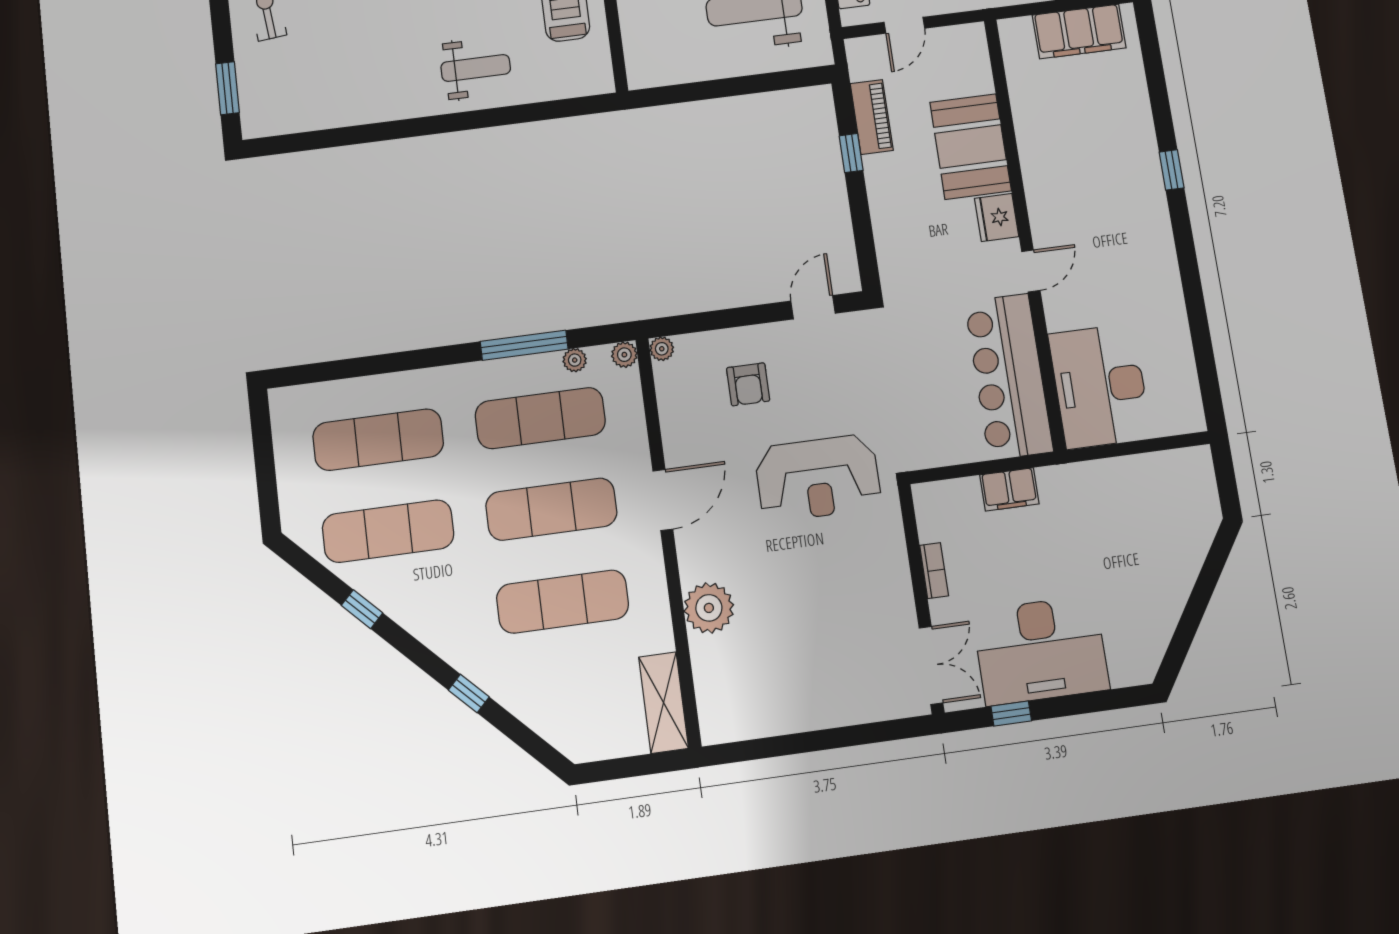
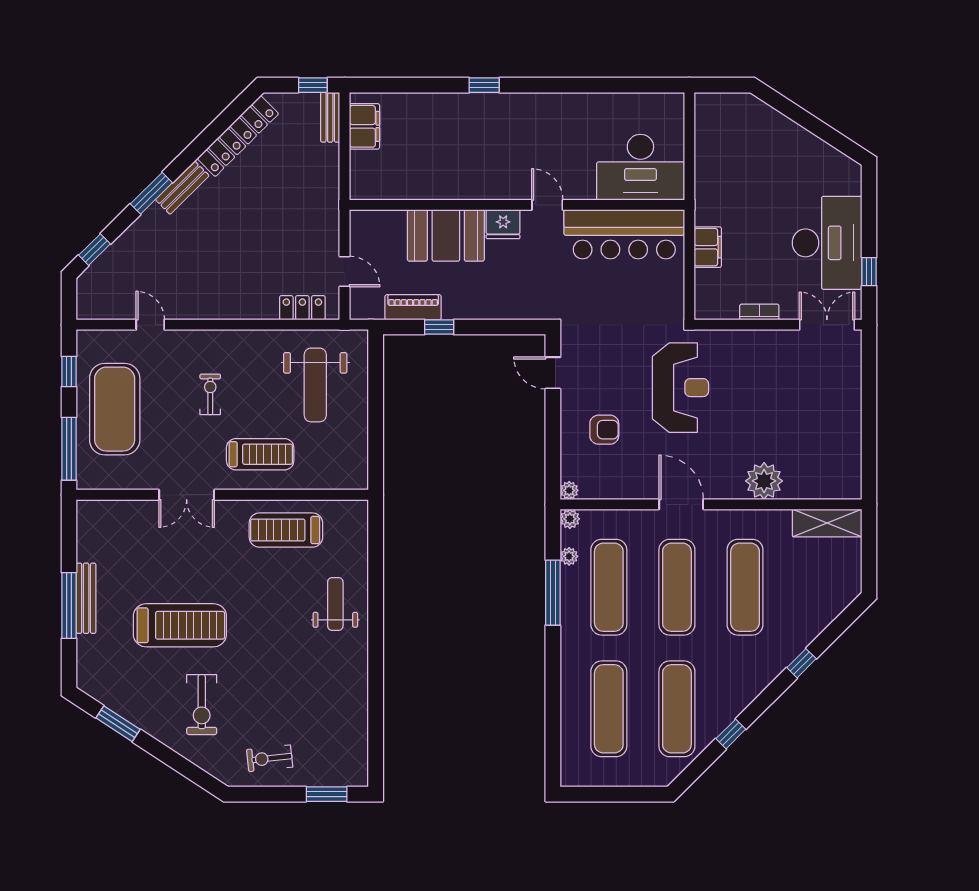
filing cabinet: (1079, 31) -> (364, 126), width x0.67, depth x0.86

